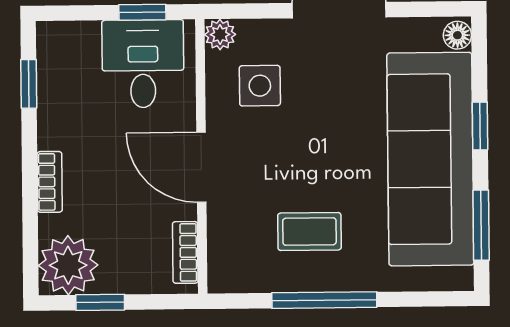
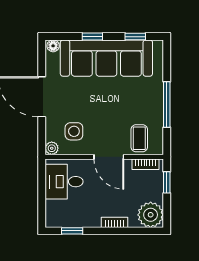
window: (142, 12) -> (42, 182), removed
door: (201, 167) -> (109, 157), hinge flipped
window: (481, 225) -> (135, 37), width x0.67
coffee table: (309, 232) -> (139, 138), moved
window: (100, 302) -> (167, 182), moved

